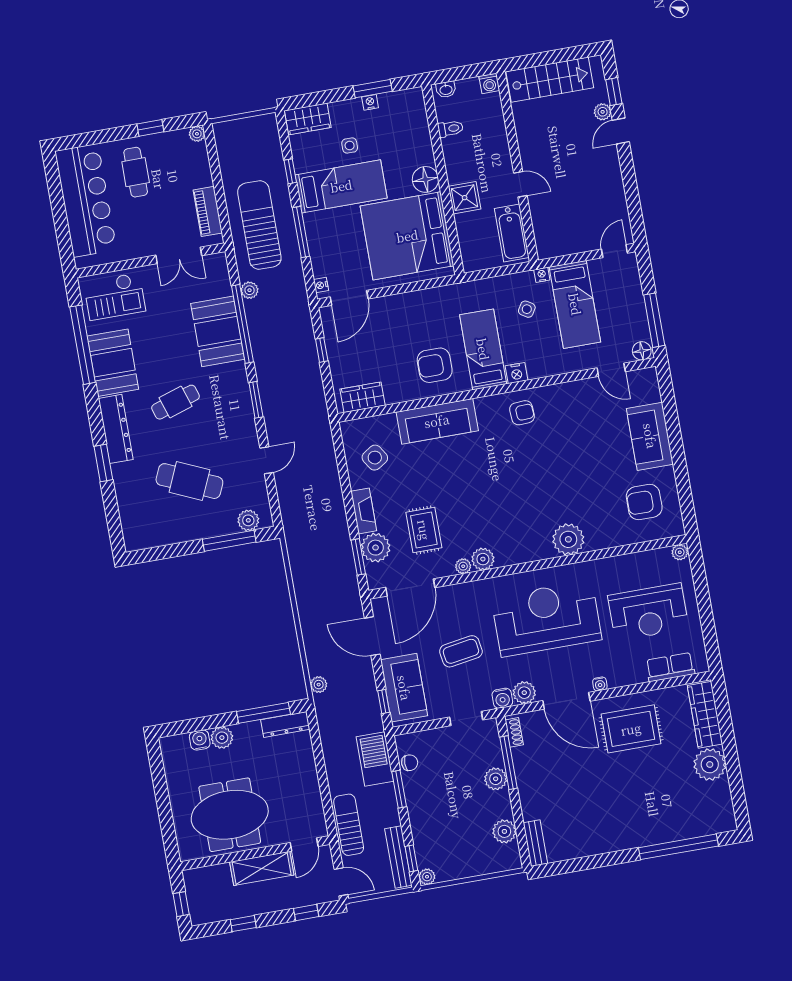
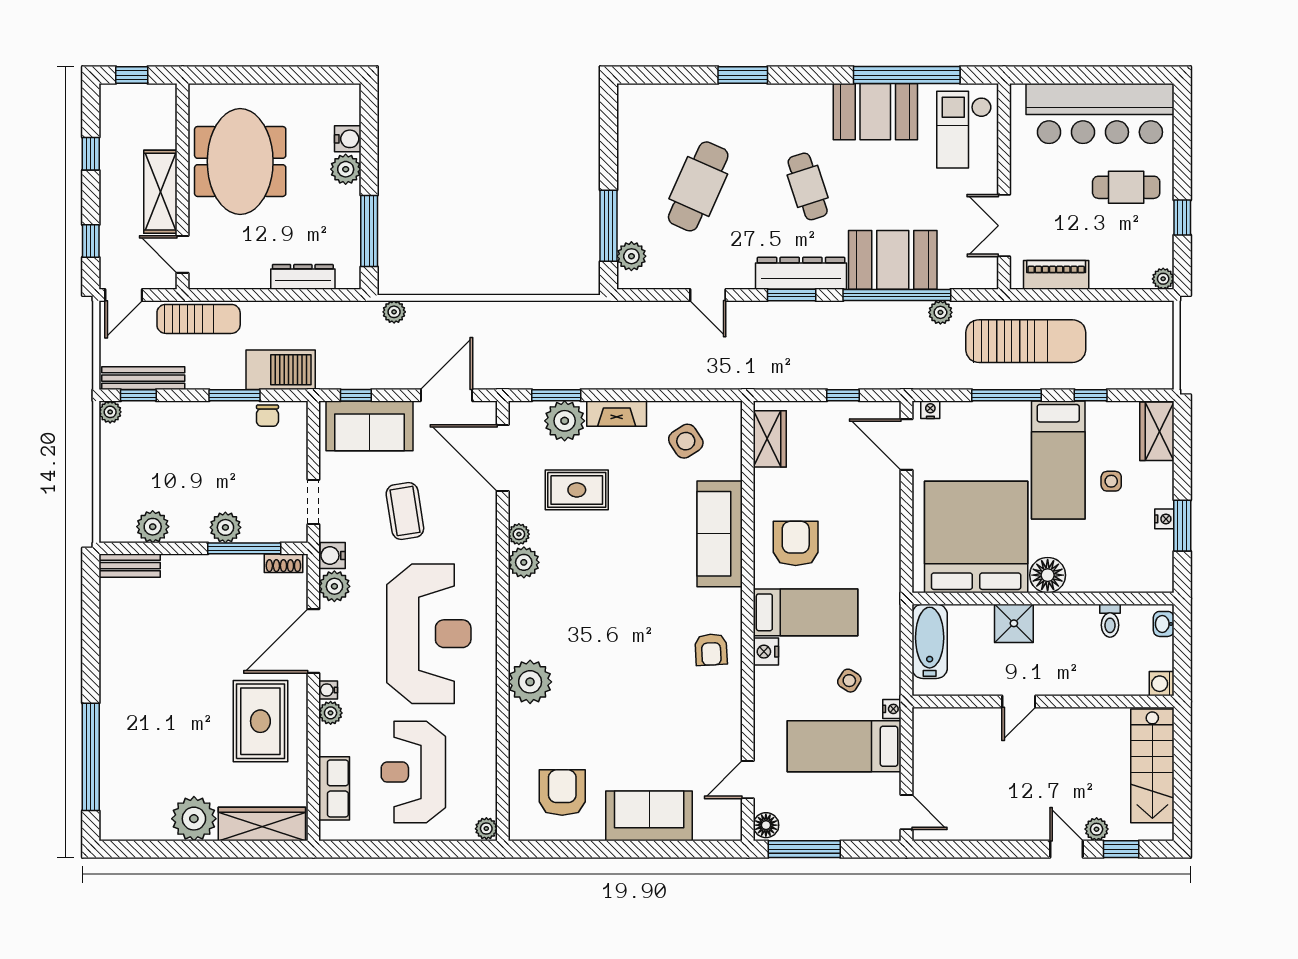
bathtub: (512, 233) -> (930, 641), moved, turned 90
dresser: (116, 429) -> (801, 273), moved, turned 180
plant: (616, 679) -> (331, 713), added
dresser: (285, 725) -> (303, 277), moved, turned 90

